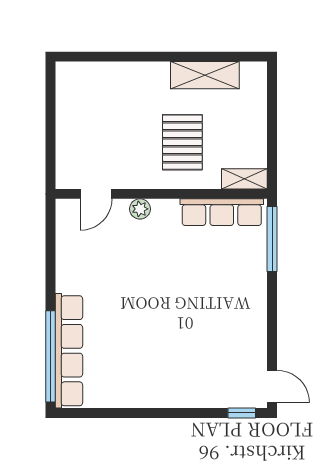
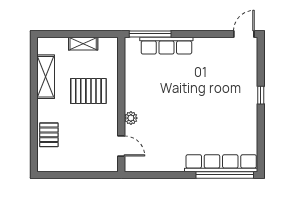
pallet: (114, 80) -> (49, 135), added
shelving: (244, 179) -> (83, 44), moved, turned 90
row of seats: (222, 212) -> (166, 46), moved, turned 90
window: (242, 413) -> (261, 95), moved

